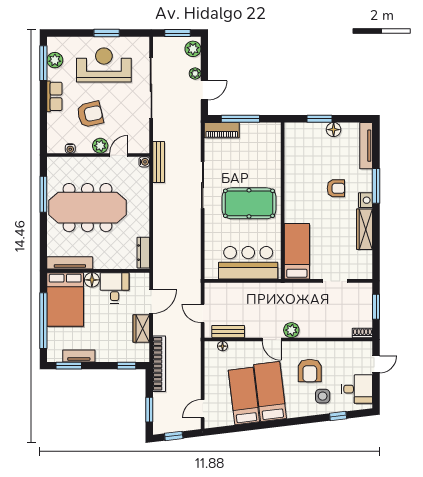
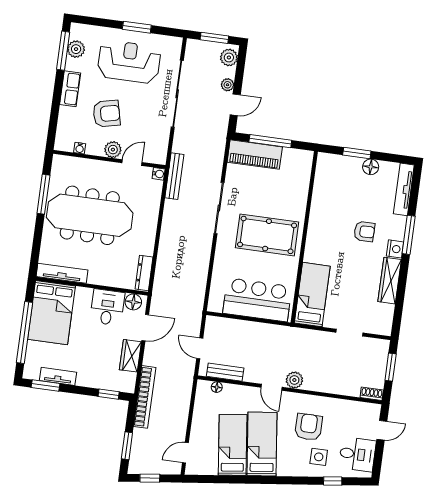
piano: (222, 130) -> (255, 155), width x1.37, depth x1.33
floor lamp: (92, 280) -> (133, 302), moved
armchair: (310, 370) -> (309, 427), turned 180

